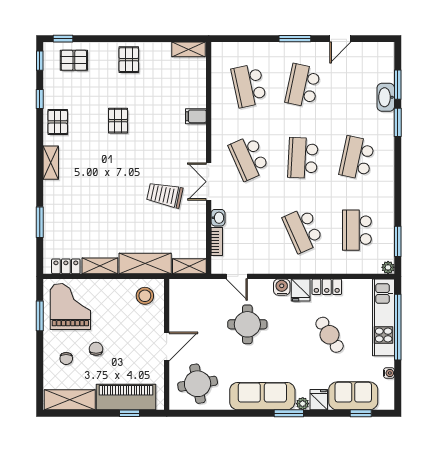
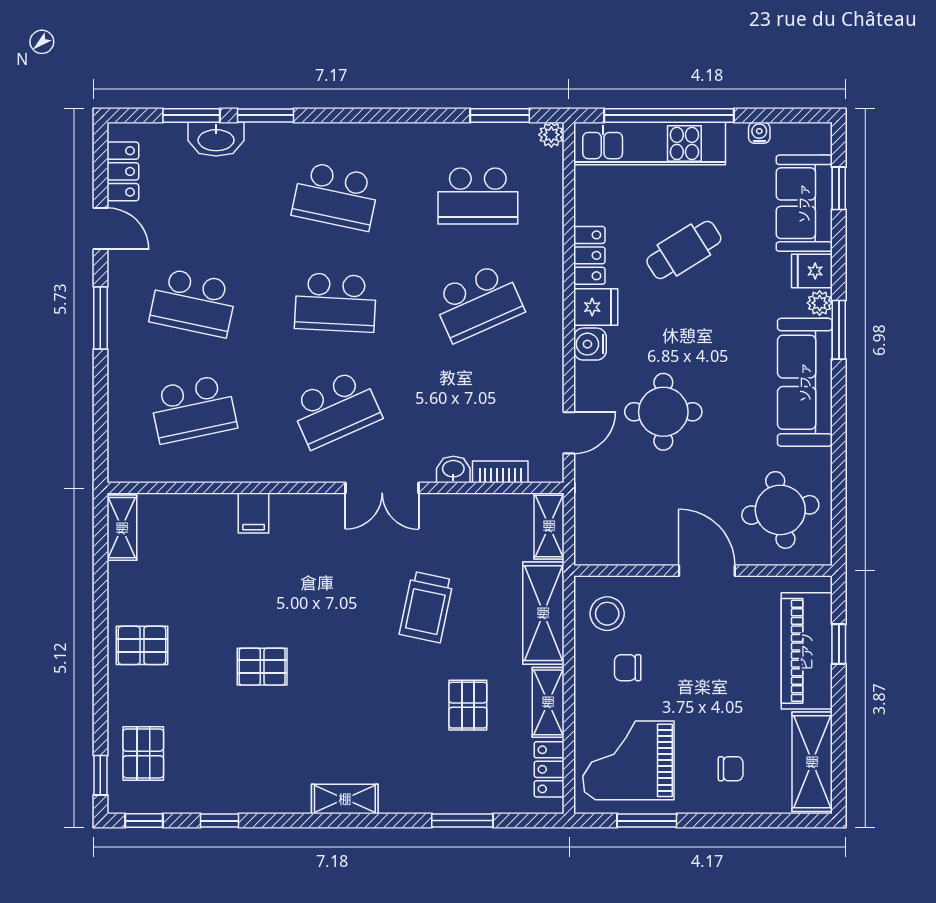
locker: (369, 50) -> (123, 171), added
pallet: (58, 122) -> (468, 705), moved, turned 90
trolley: (165, 195) -> (426, 607), moved
chair: (96, 349) -> (628, 668), moved

